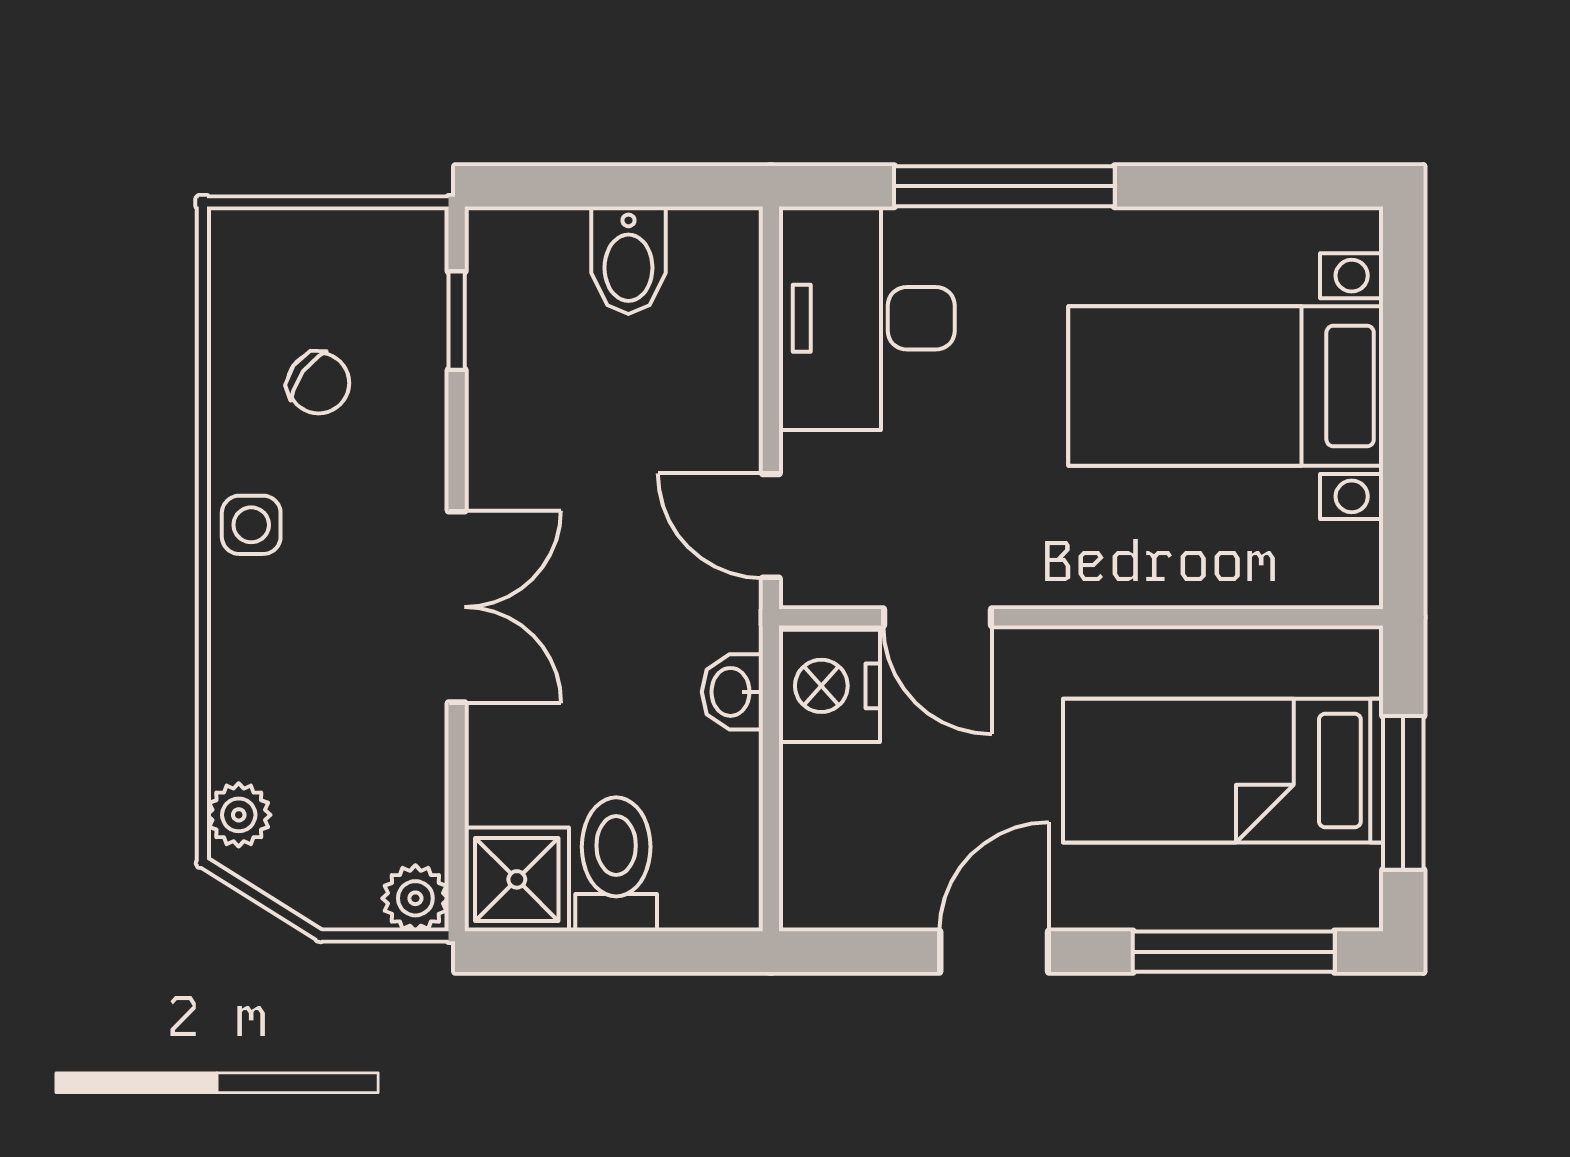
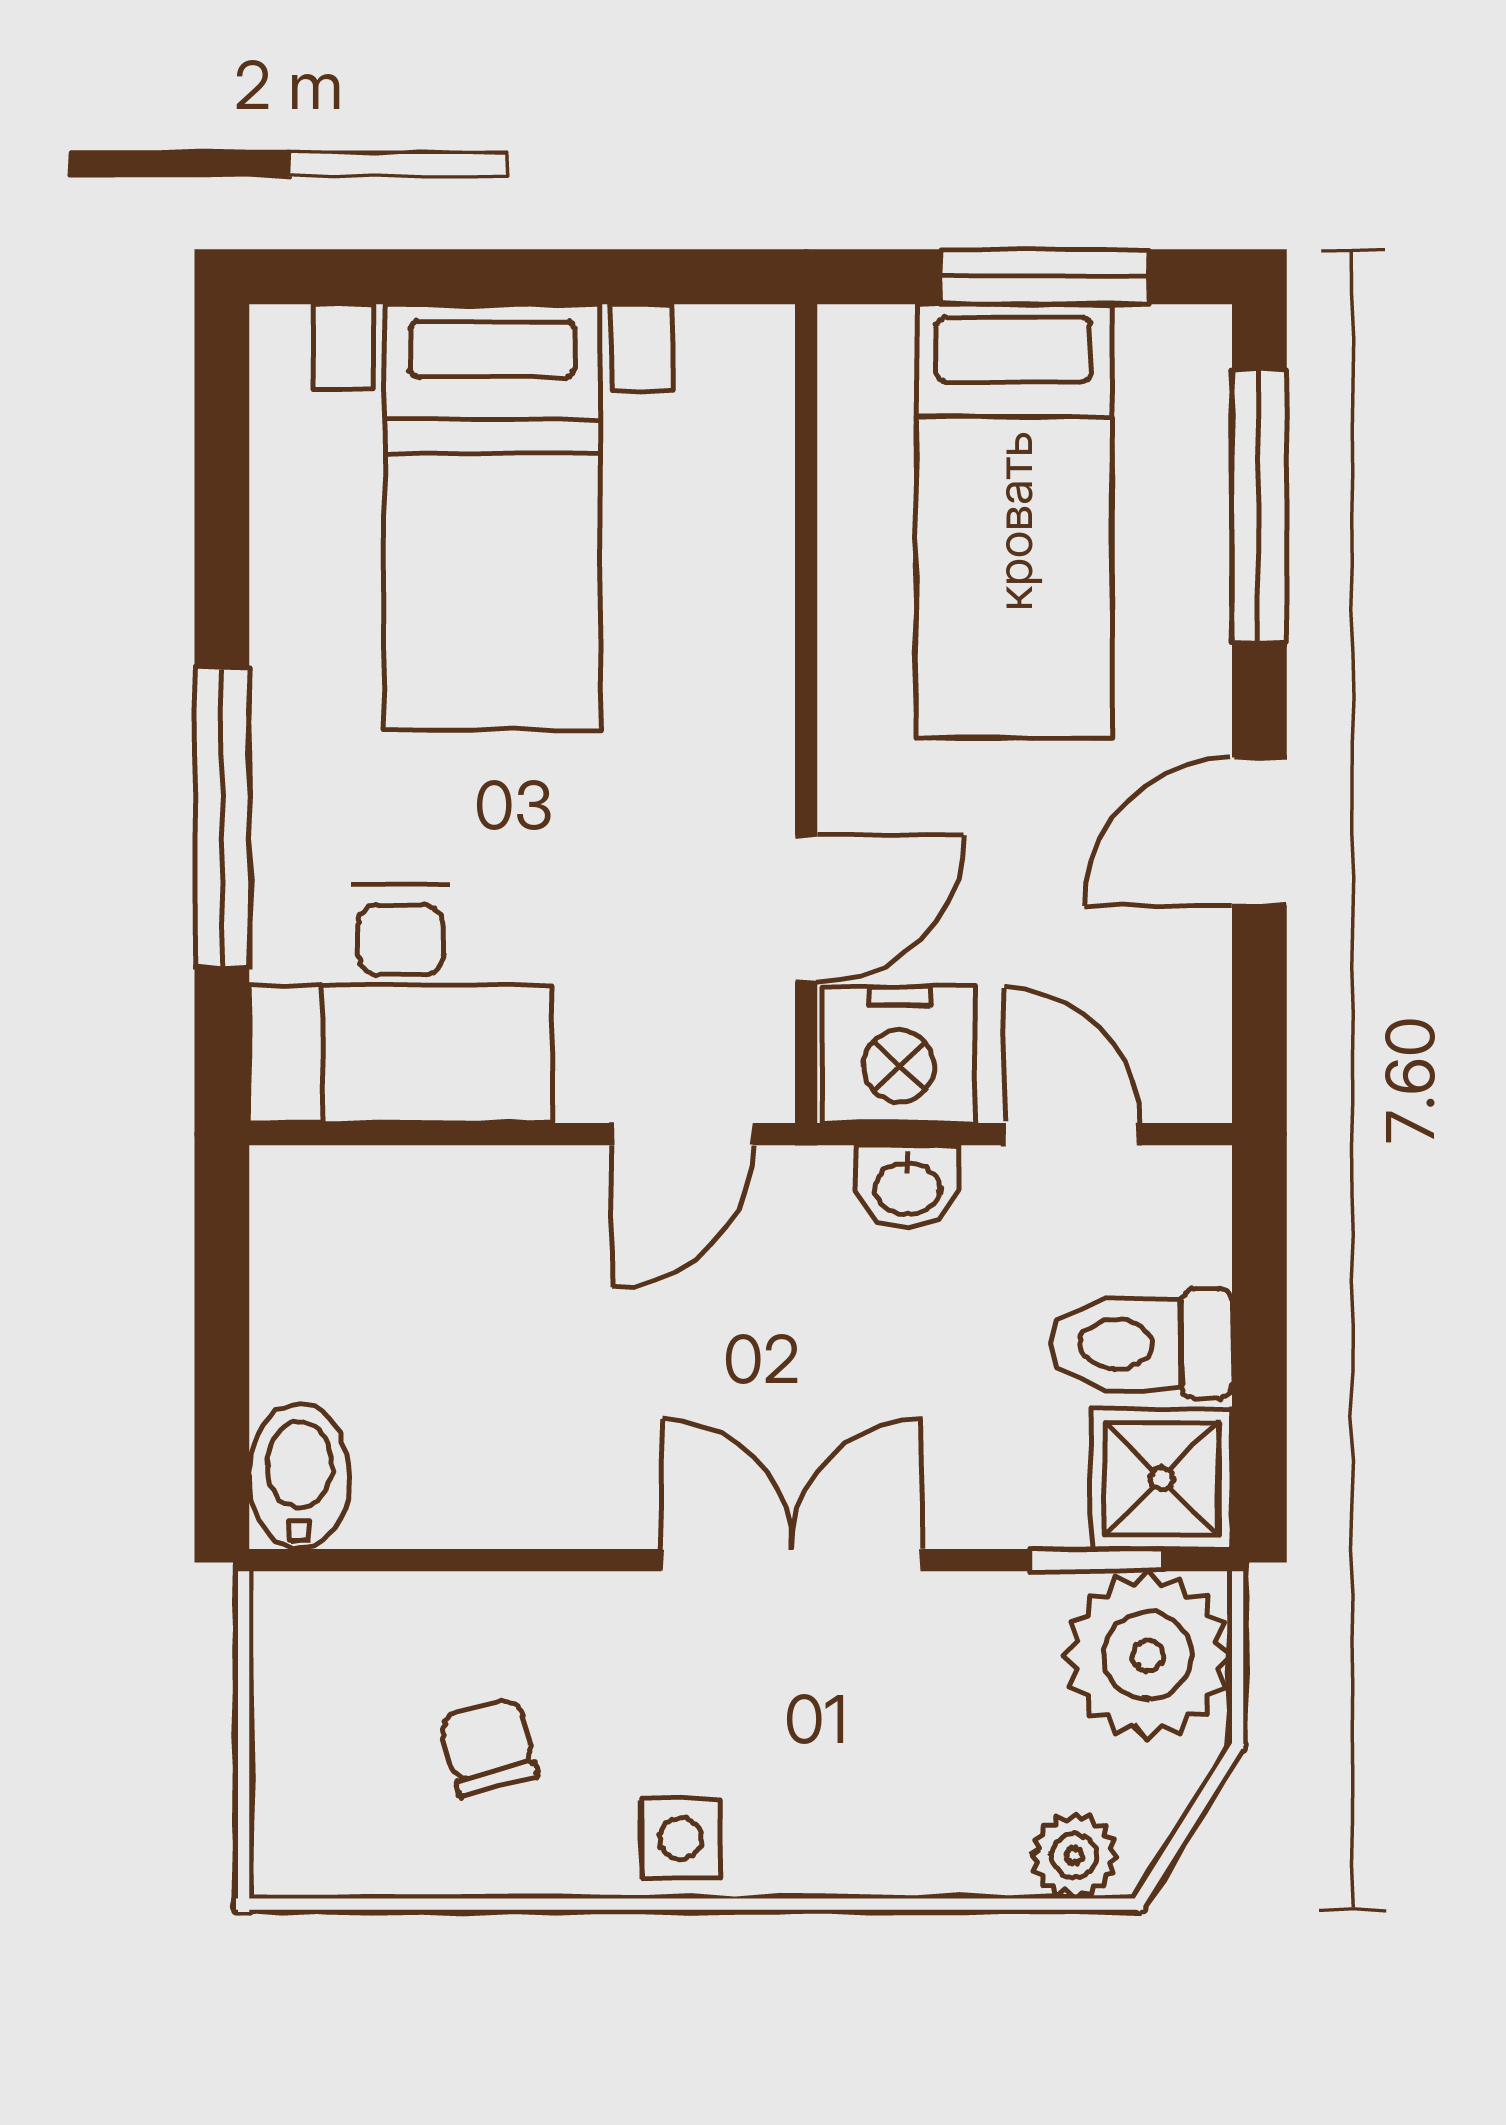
bidet: (628, 260) -> (300, 1476), moved, turned -90
window: (457, 321) -> (1097, 1560), moved
chair: (319, 383) -> (489, 1747), turned -51
door: (771, 813) -> (1072, 1134), added
plant: (415, 898) -> (1148, 1655), width x1.87, depth x1.87
door: (994, 952) -> (1259, 831), hinge flipped

